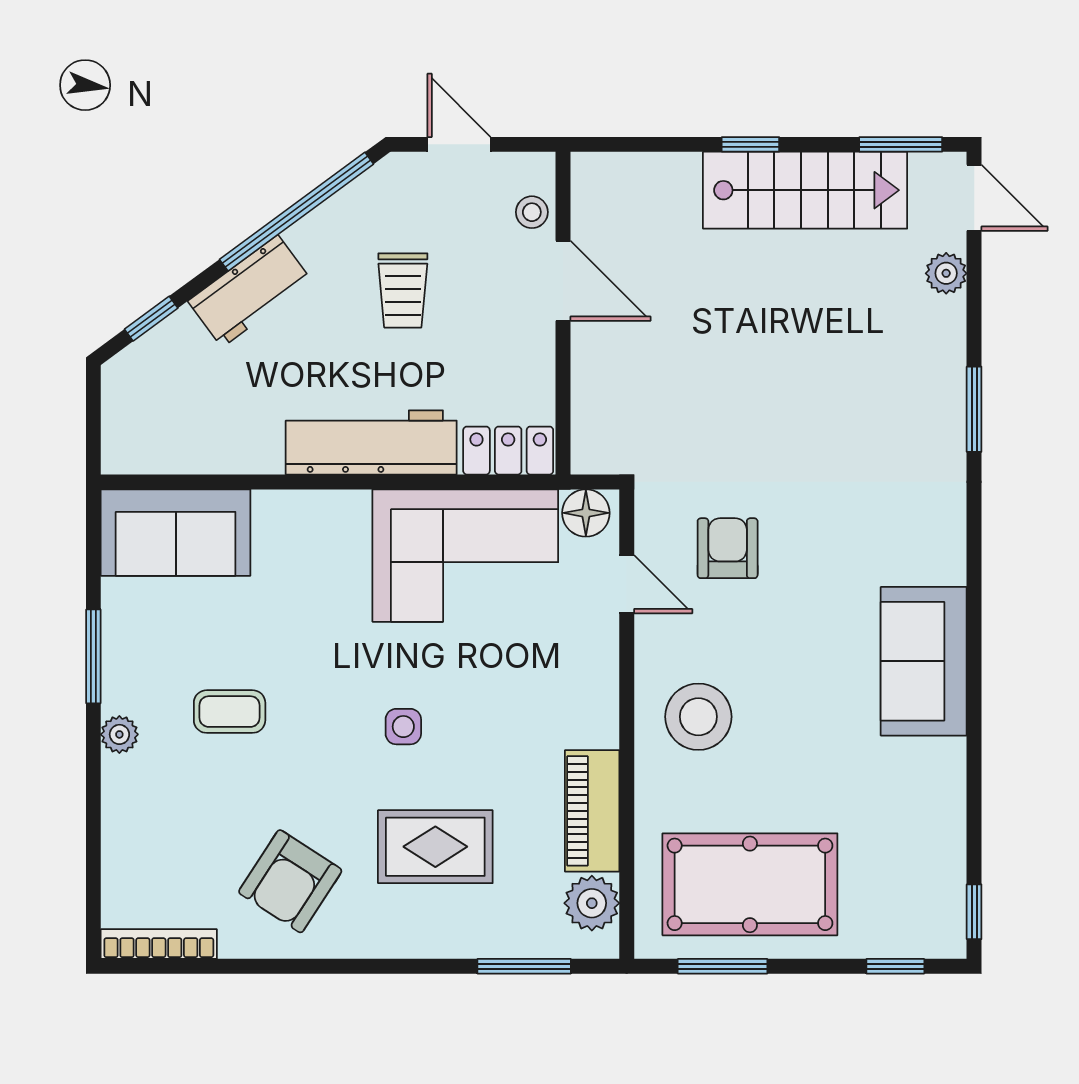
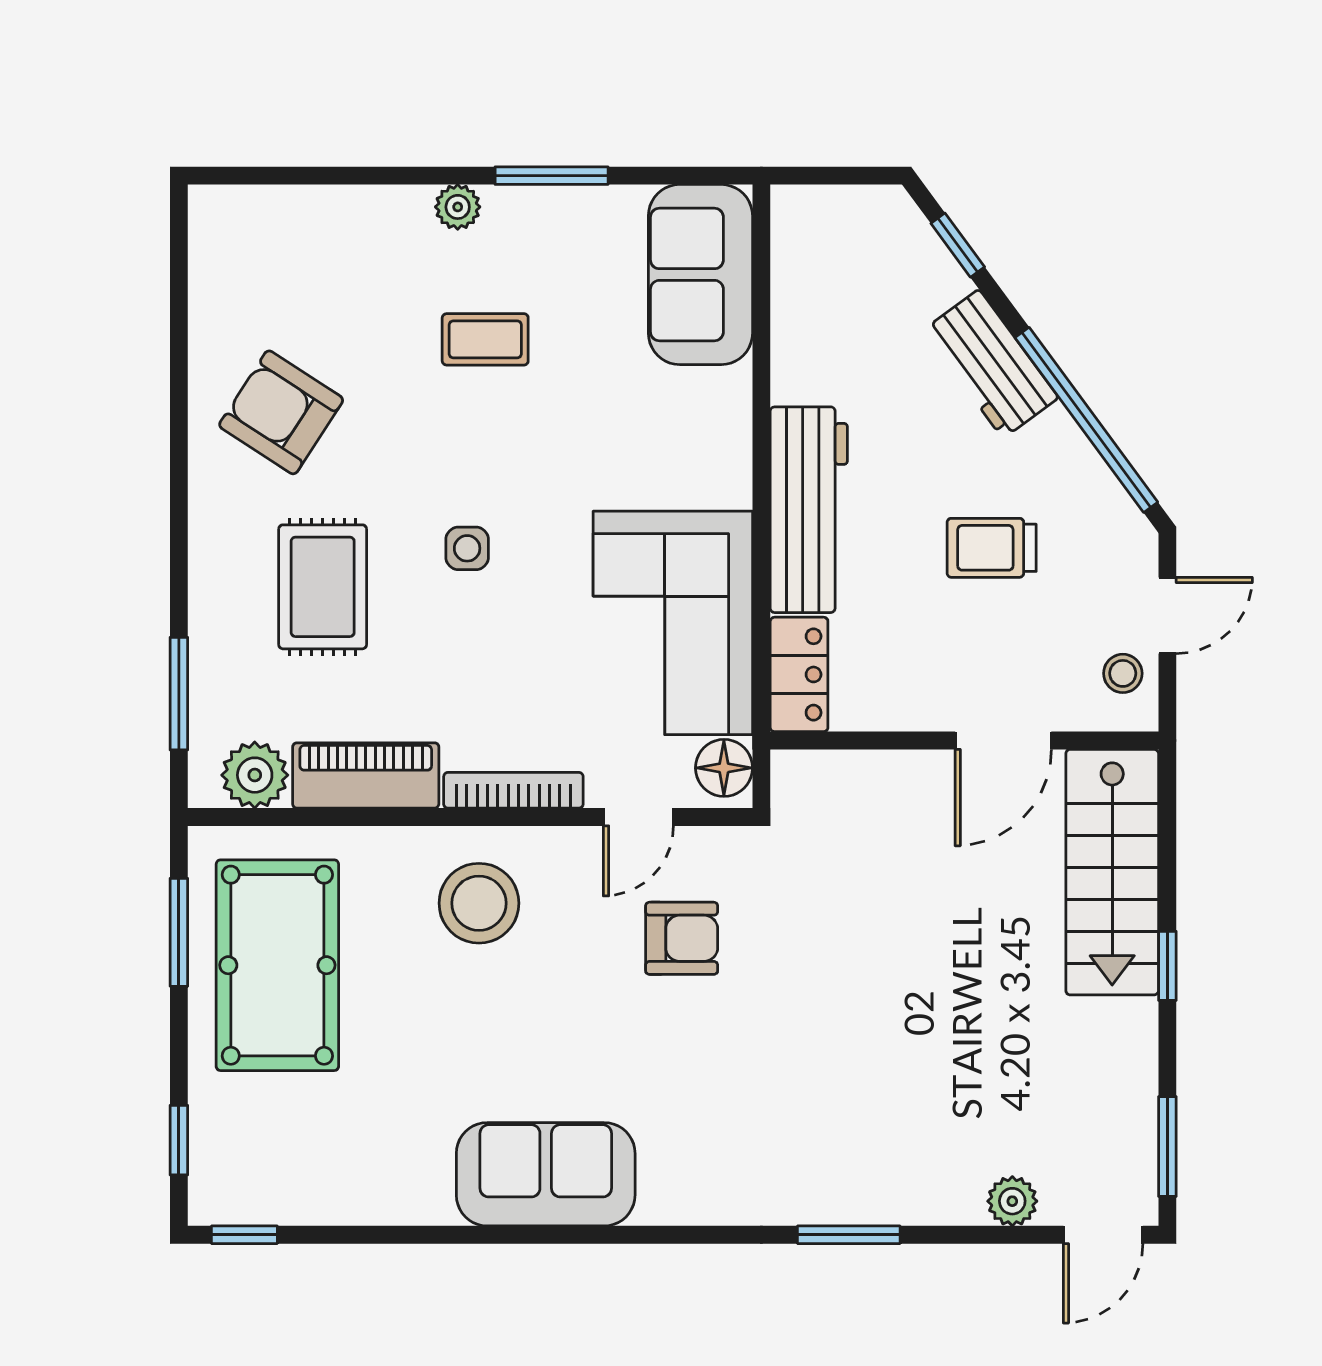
stairs: (805, 190) -> (1112, 872), moved
stool: (532, 212) -> (1123, 673), moved
coffee table: (230, 712) -> (485, 339), turned 90
bookcase: (159, 944) -> (513, 790), moved, turned -90

